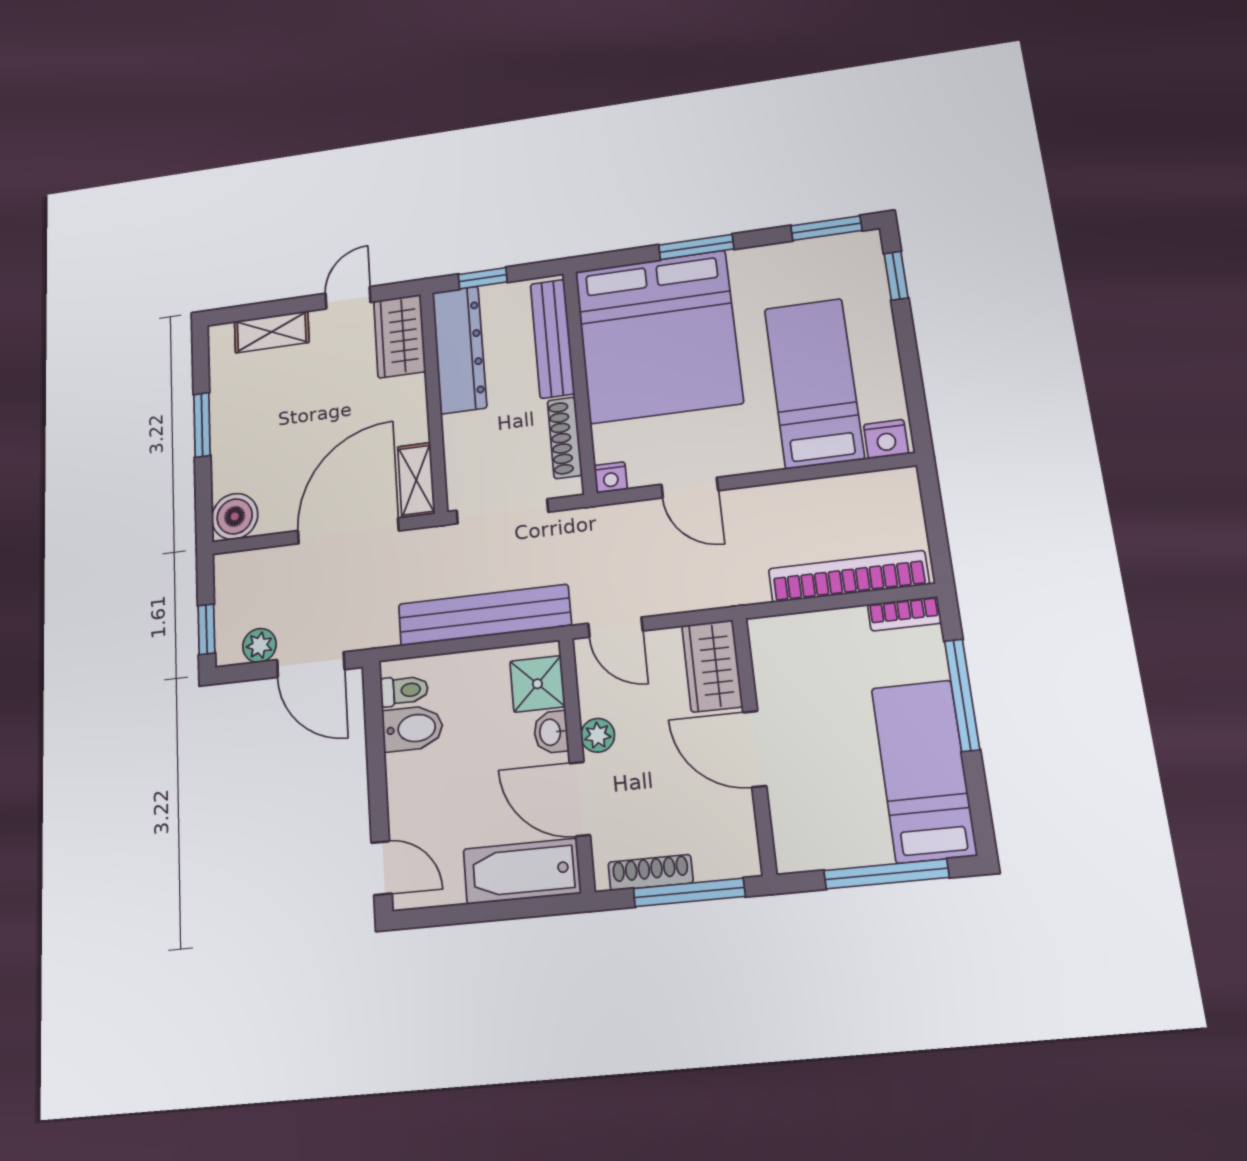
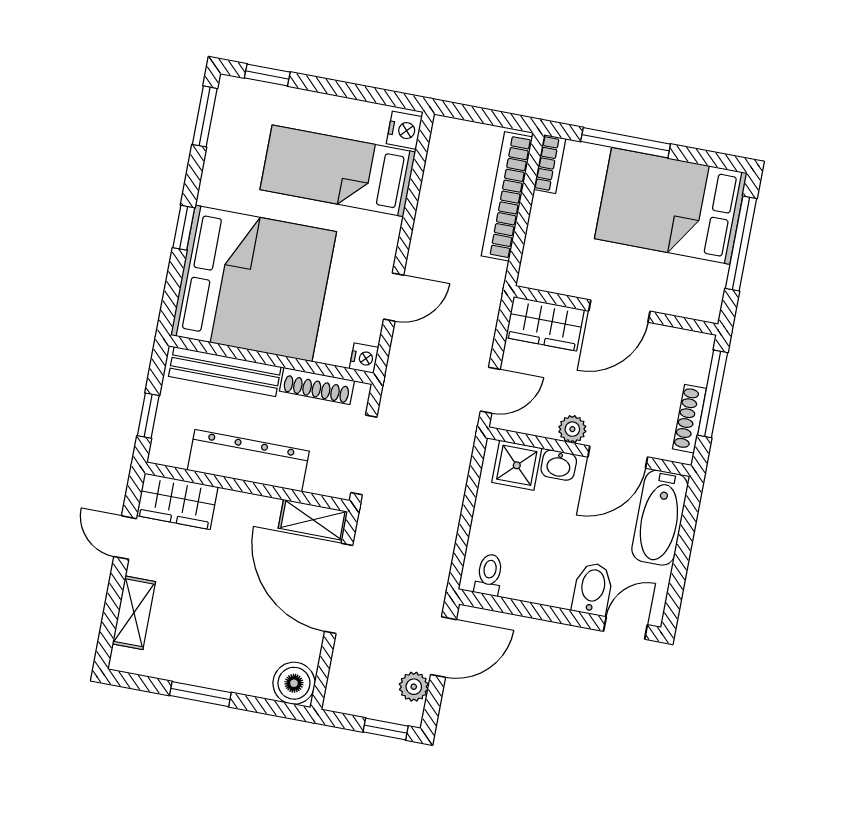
window: (696, 247) -> (184, 228), width x0.67
dresser: (459, 350) -> (248, 461), moved
bench: (484, 615) -> (447, 493), removed
bidet: (413, 728) -> (593, 589), moved
bed: (924, 771) -> (671, 206), width x1.50

